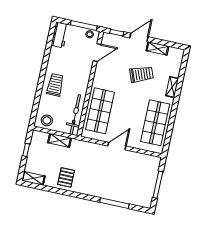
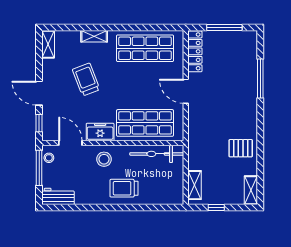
shelving: (157, 48) -> (48, 44), moved
freezer: (100, 76) -> (100, 132), added
stool: (47, 120) -> (104, 159), moved
shelving: (60, 140) -> (195, 185), moved
locker: (145, 159) -> (195, 51), added

